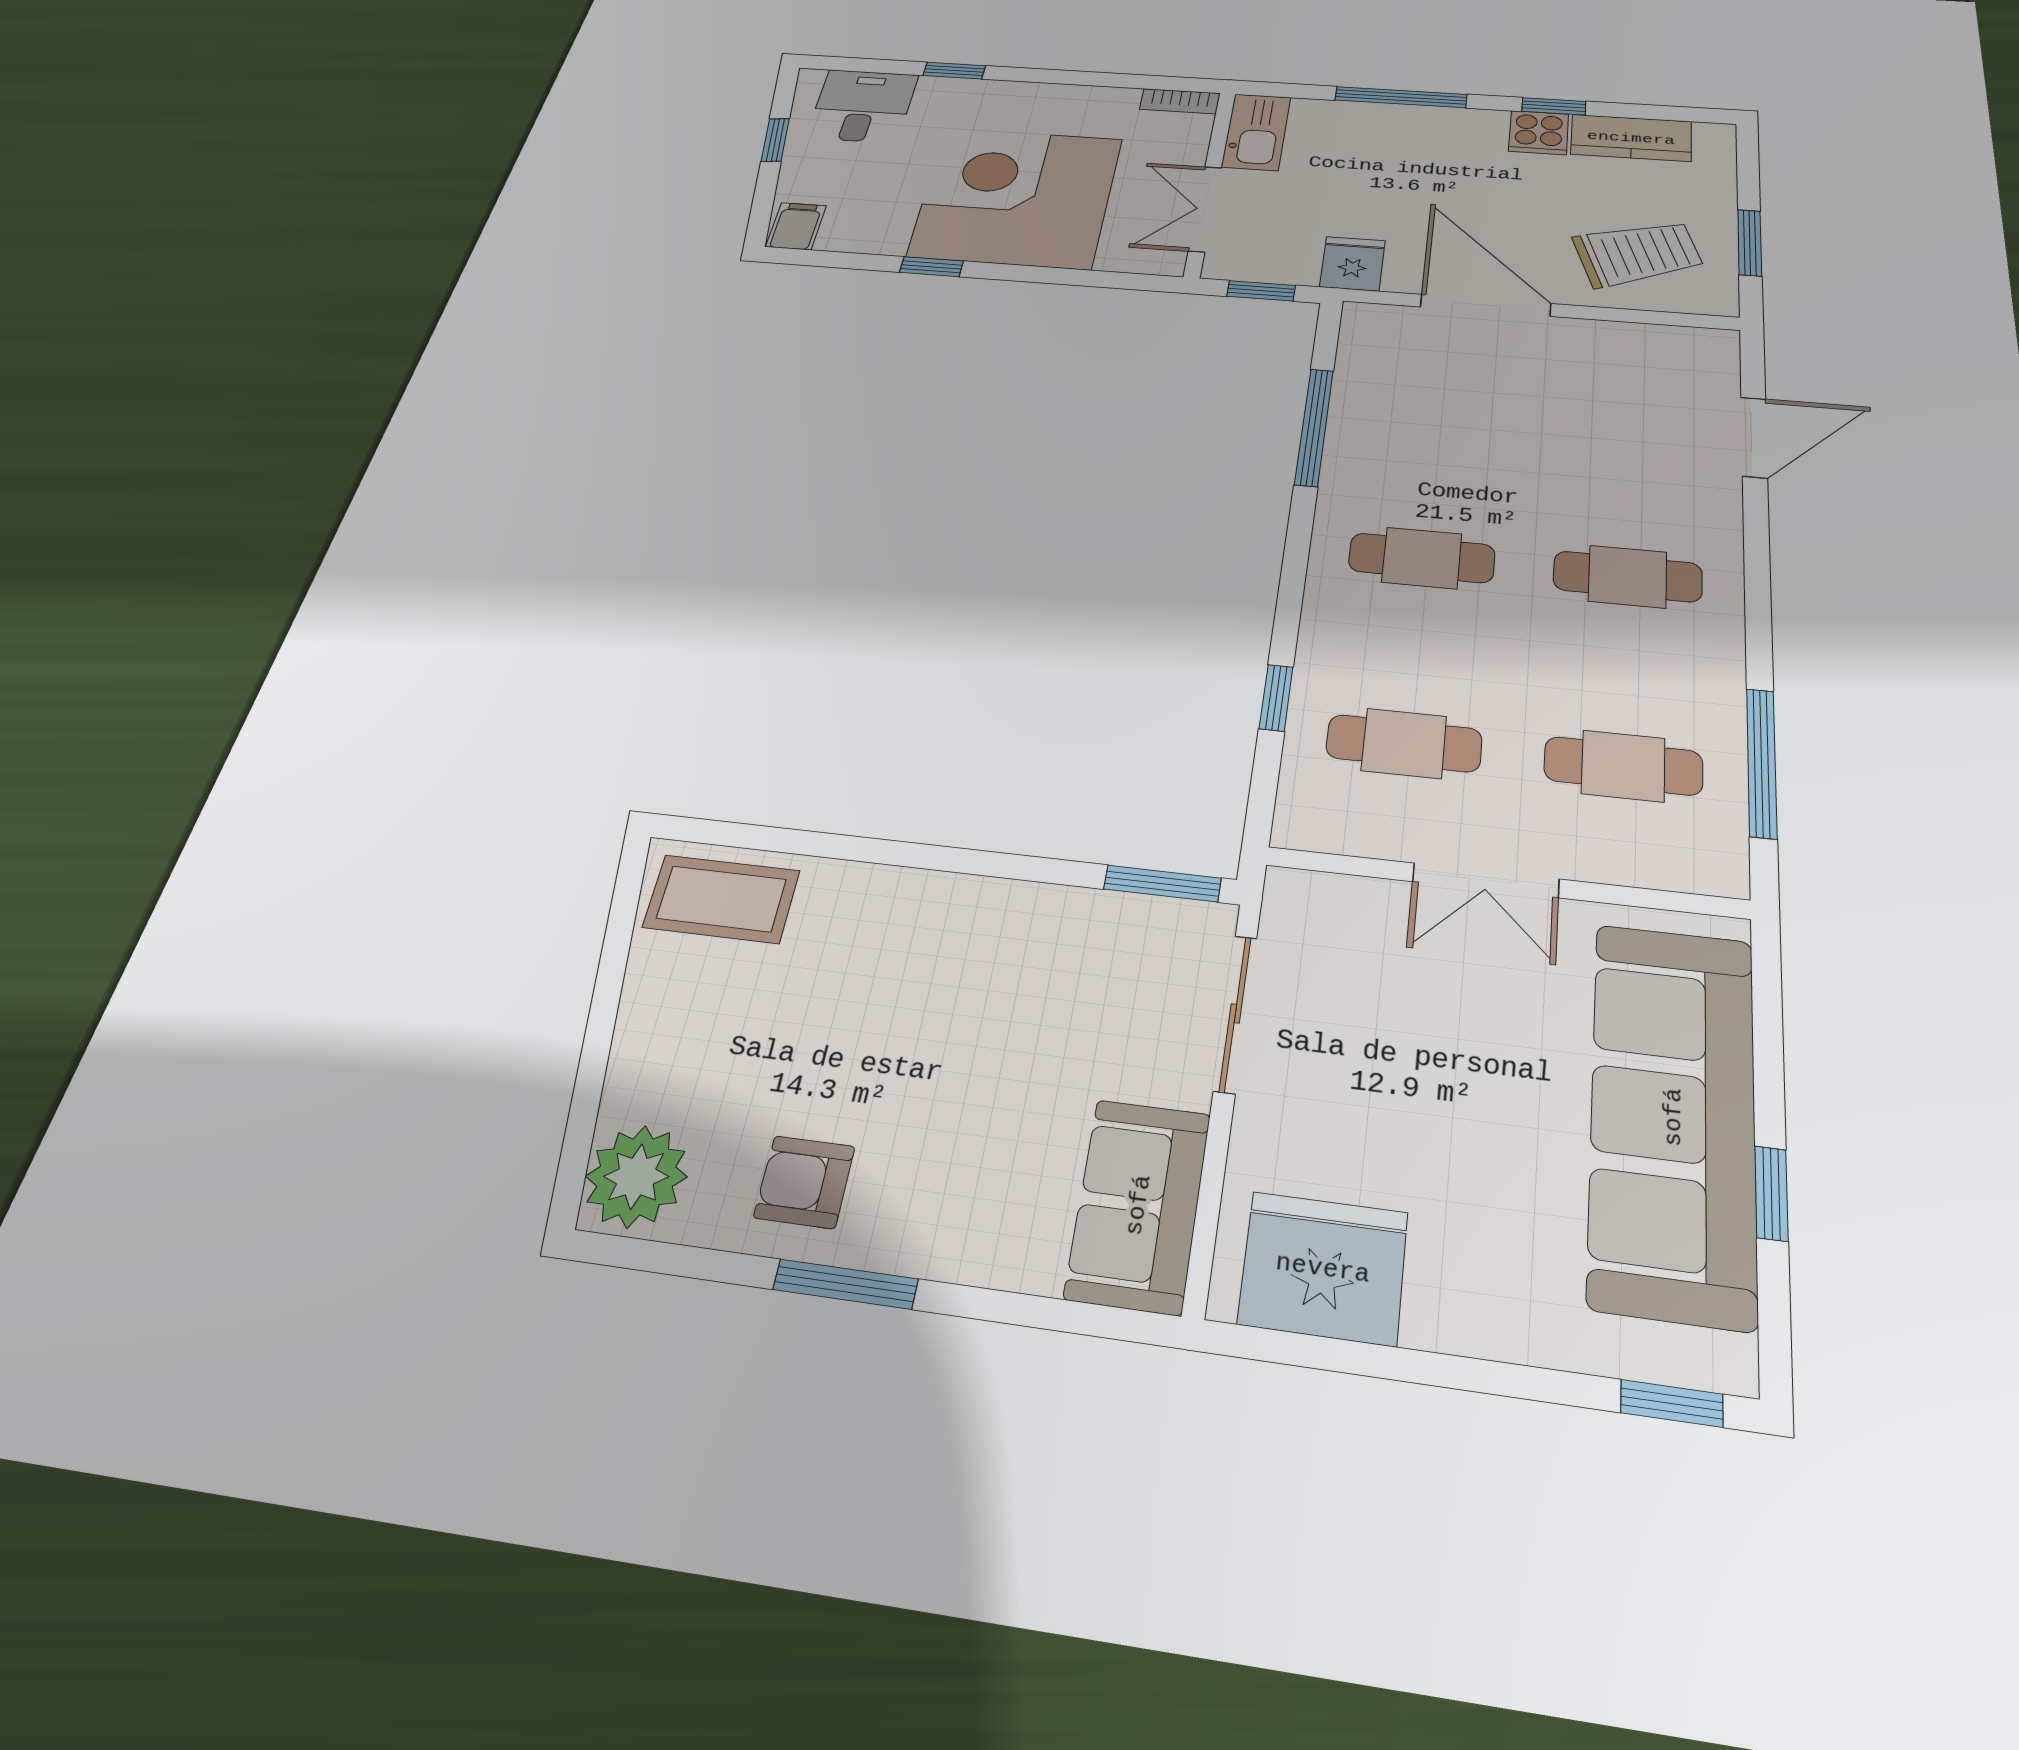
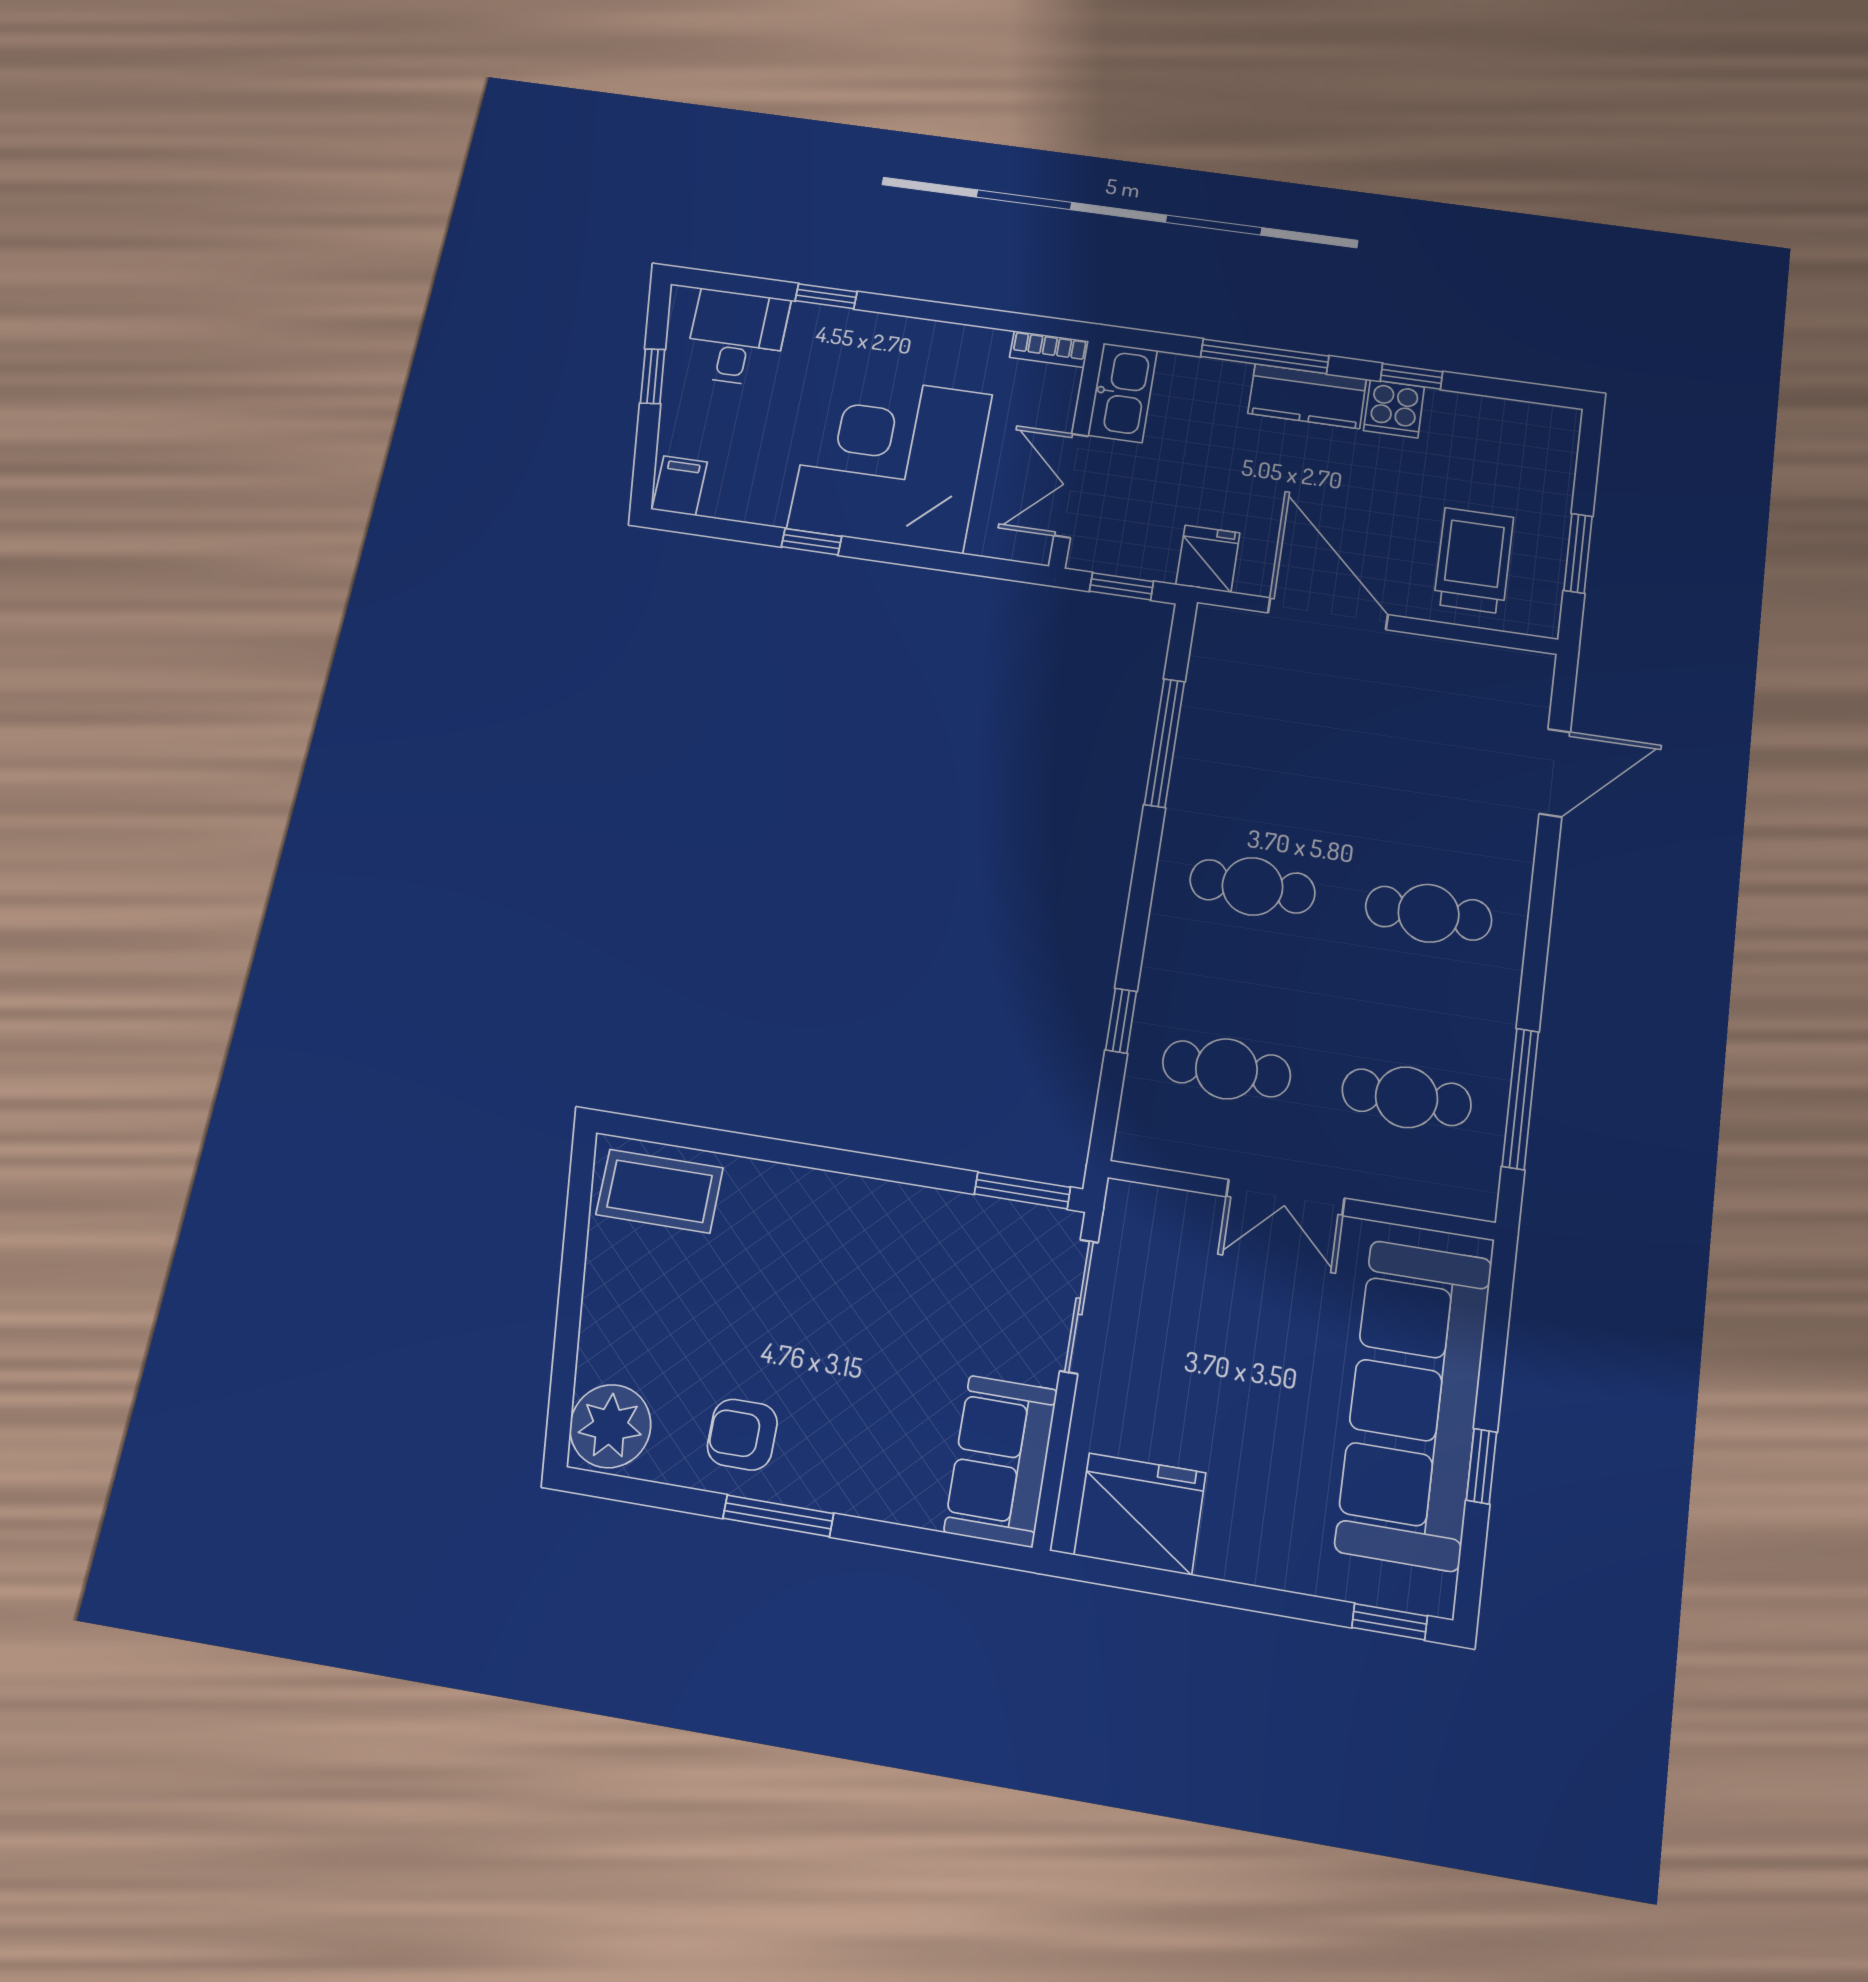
kitchen counter: (1631, 138) -> (1307, 396), moved
trolley: (1638, 253) -> (1474, 560), turned -71

